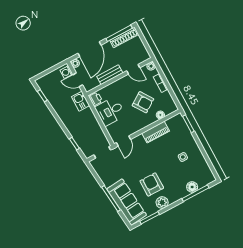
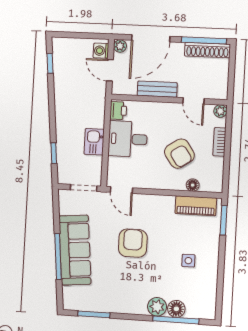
kitchen sink: (81, 101) -> (94, 142), moved
piano: (156, 132) -> (196, 206), moved
door: (124, 141) -> (121, 190), hinge flipped
armchair: (152, 184) -> (133, 243), moved
sofa: (127, 202) -> (75, 250), moved
plant: (162, 203) -> (157, 307), moved

